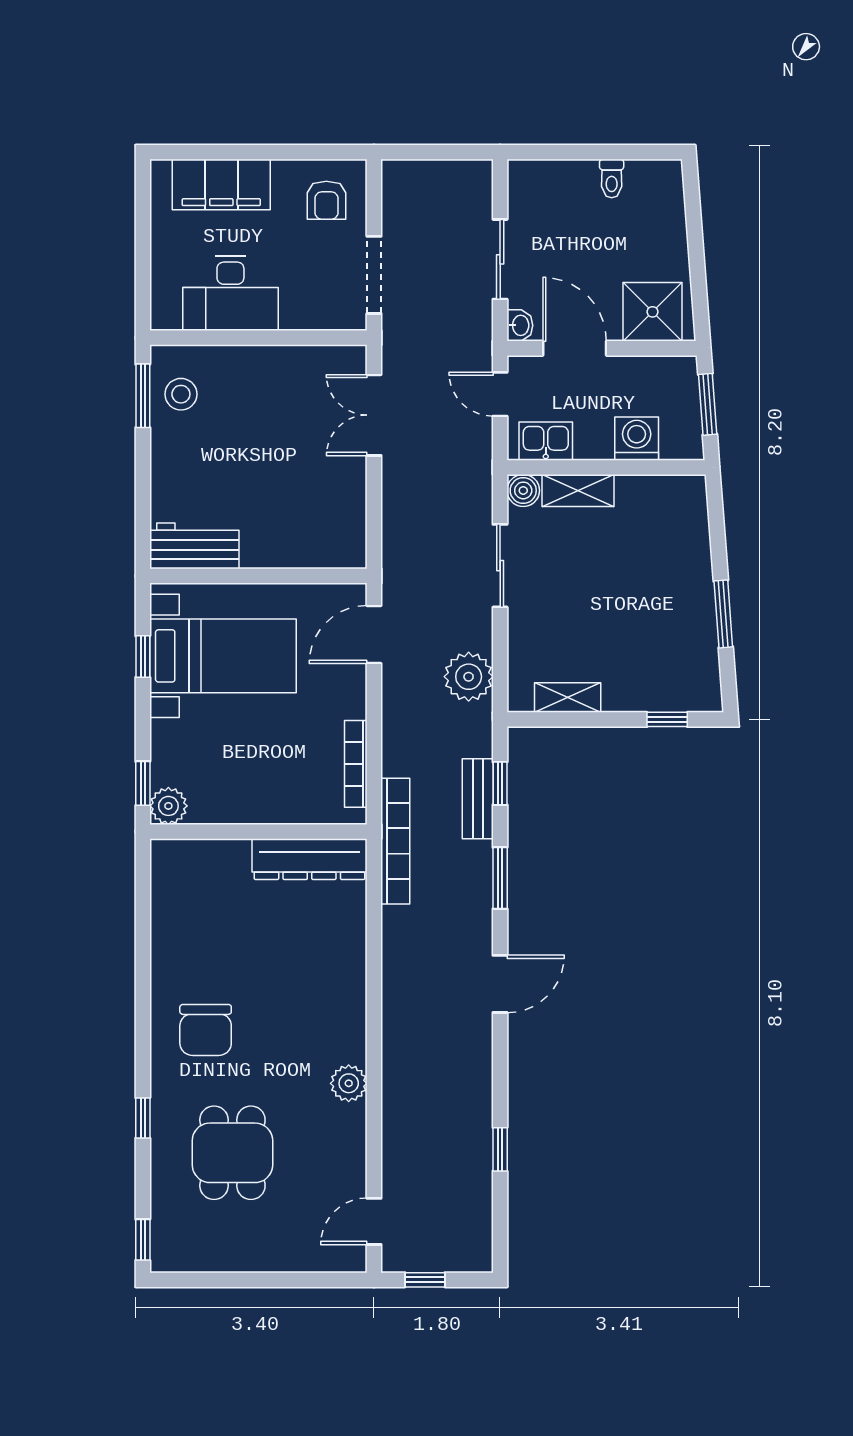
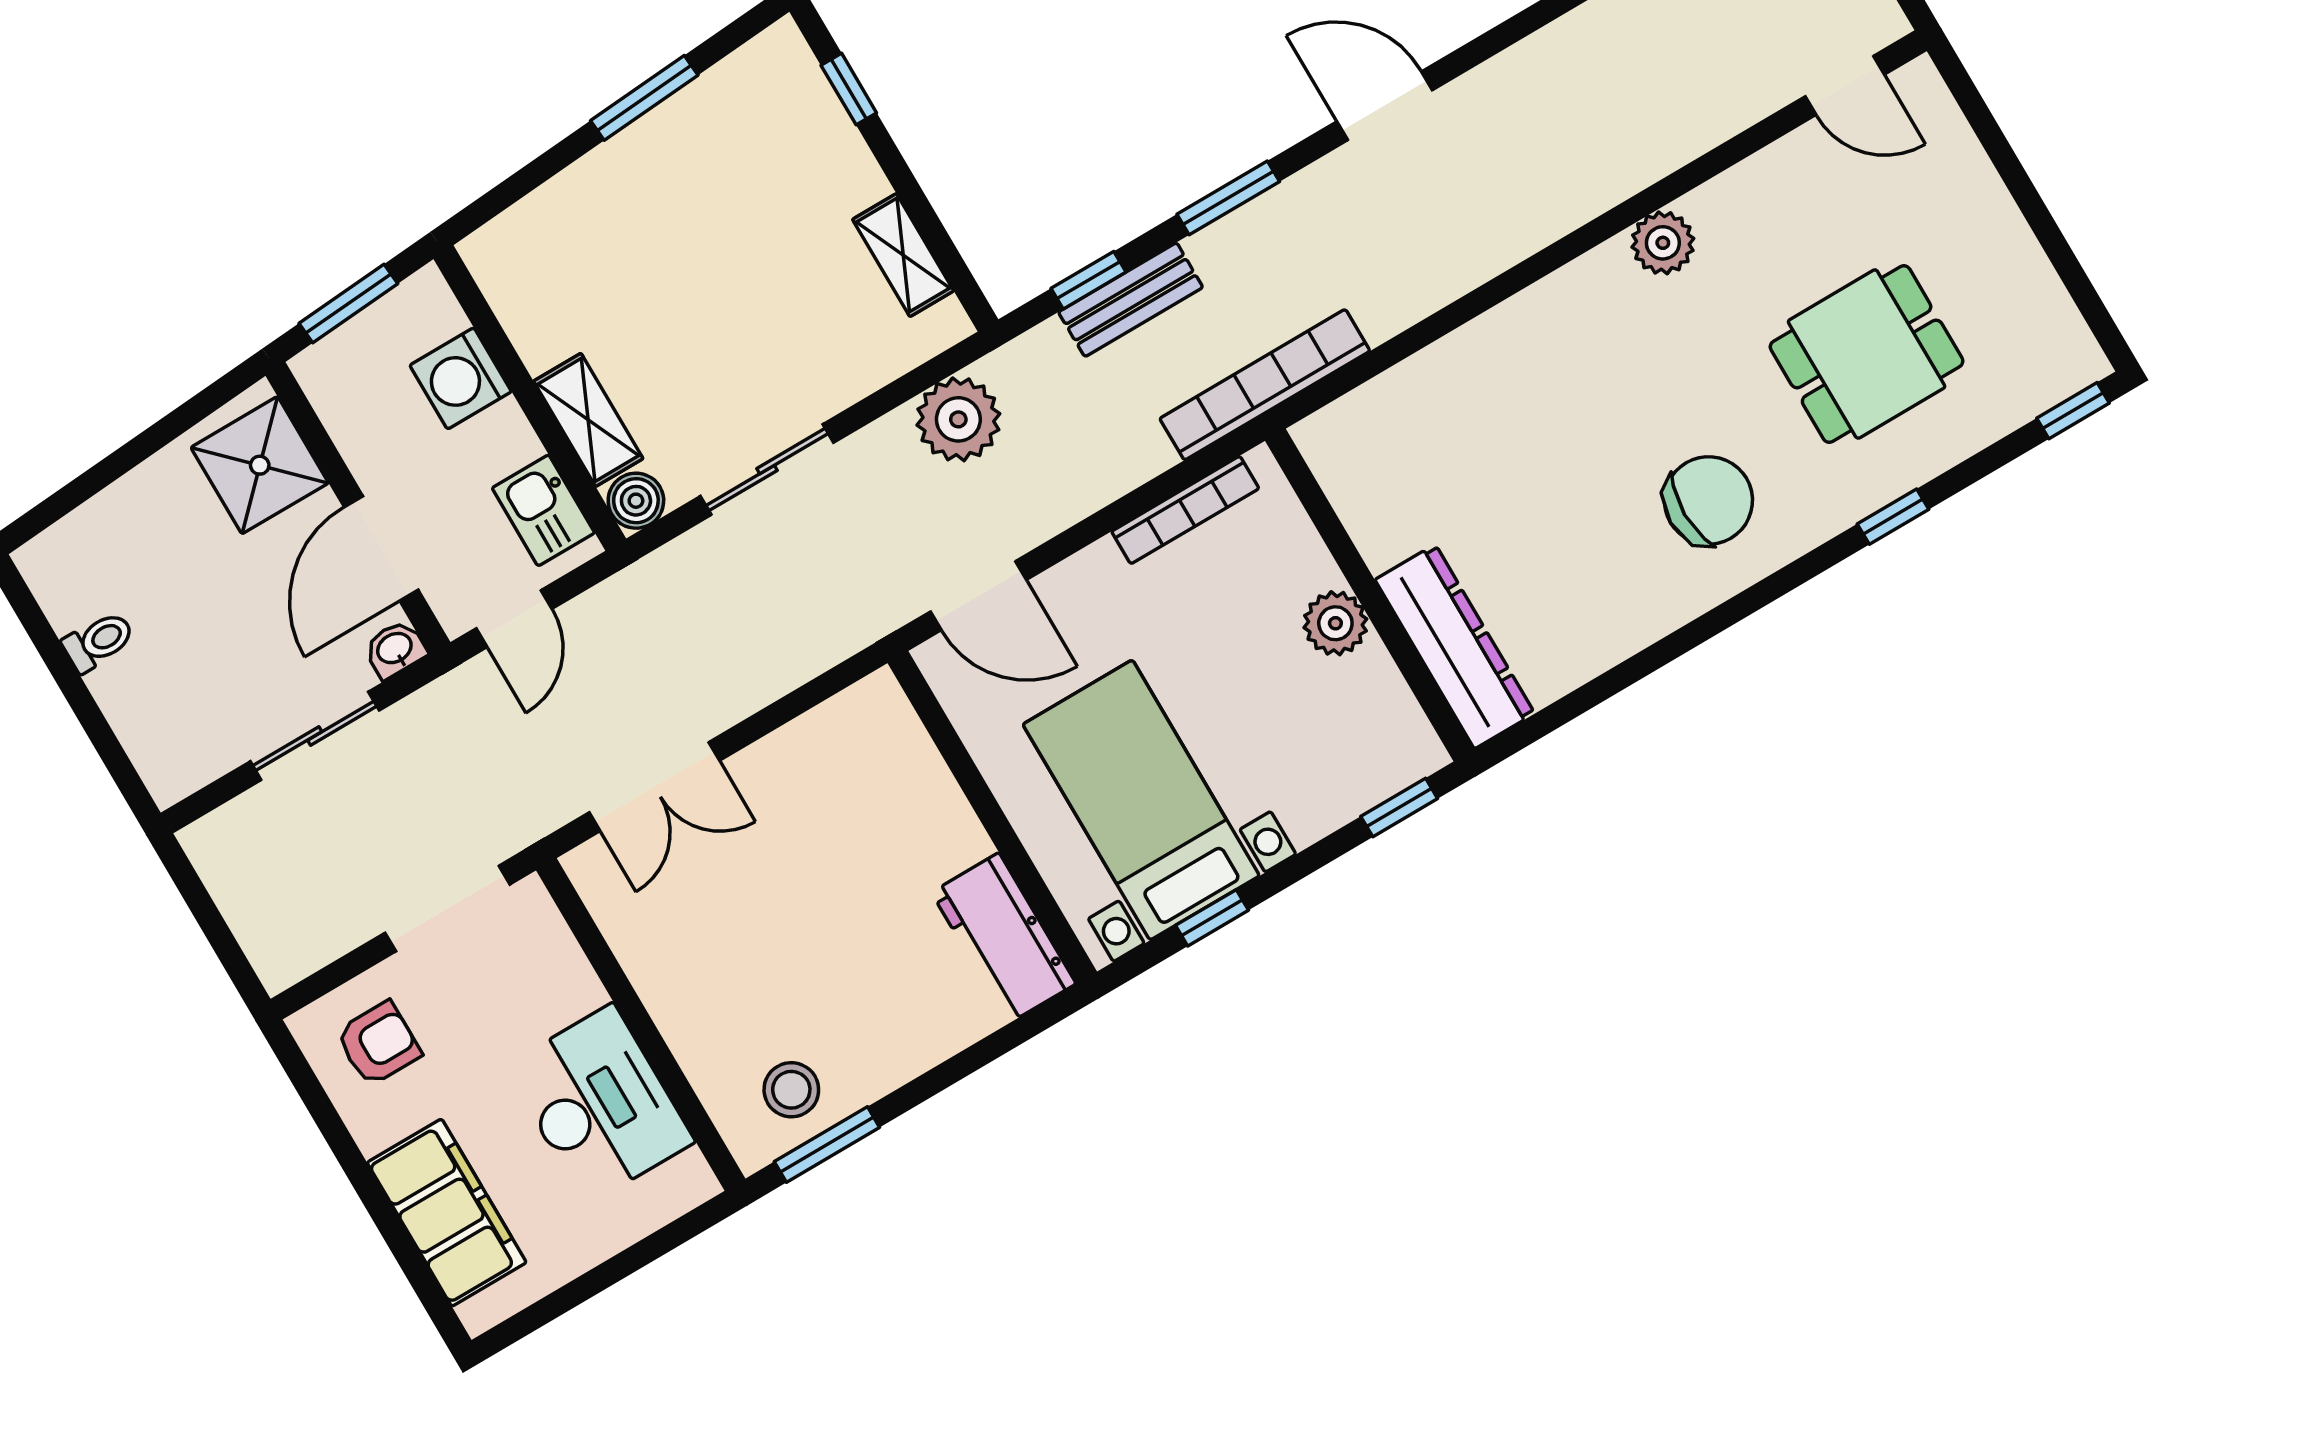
plant: (168, 806) -> (1335, 623), moved
dresser: (310, 859) -> (1455, 647), moved

